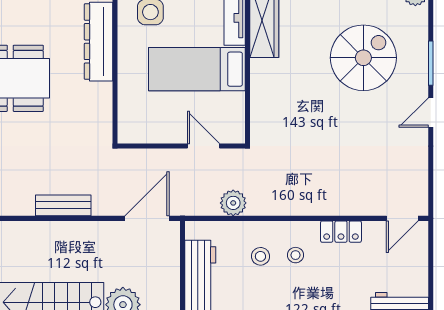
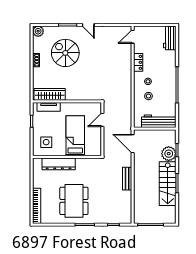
bed: (197, 69) -> (75, 136), moved, turned 180
plant: (233, 203) -> (126, 107), removed
door: (402, 218) -> (133, 37), swing flipped

